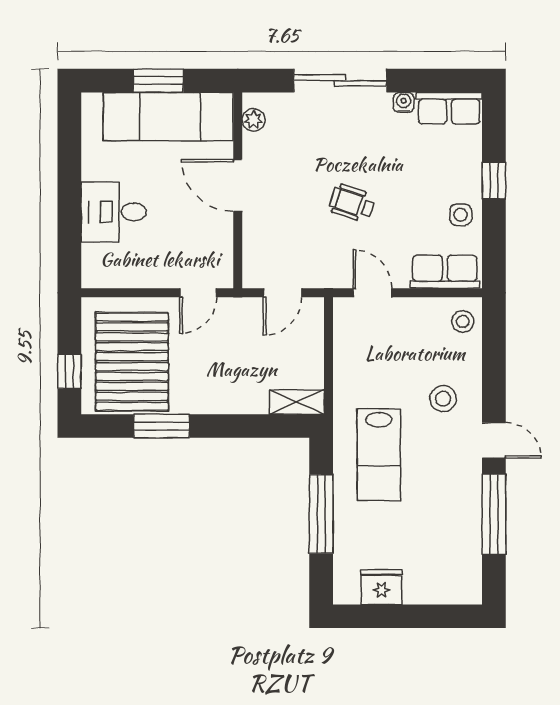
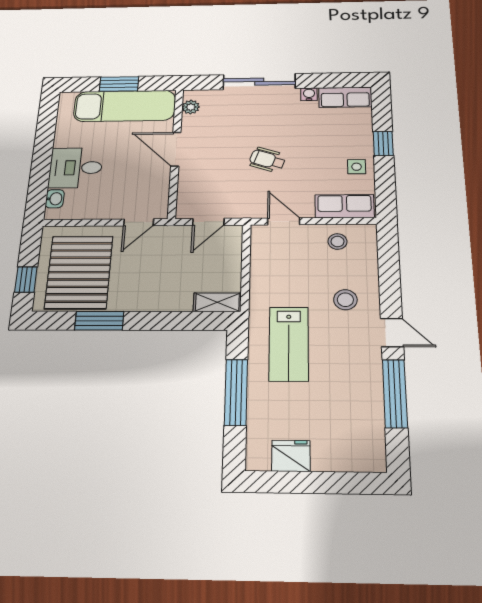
washbasin: (92, 258) -> (55, 199), added
stool: (463, 322) -> (337, 242), moved

